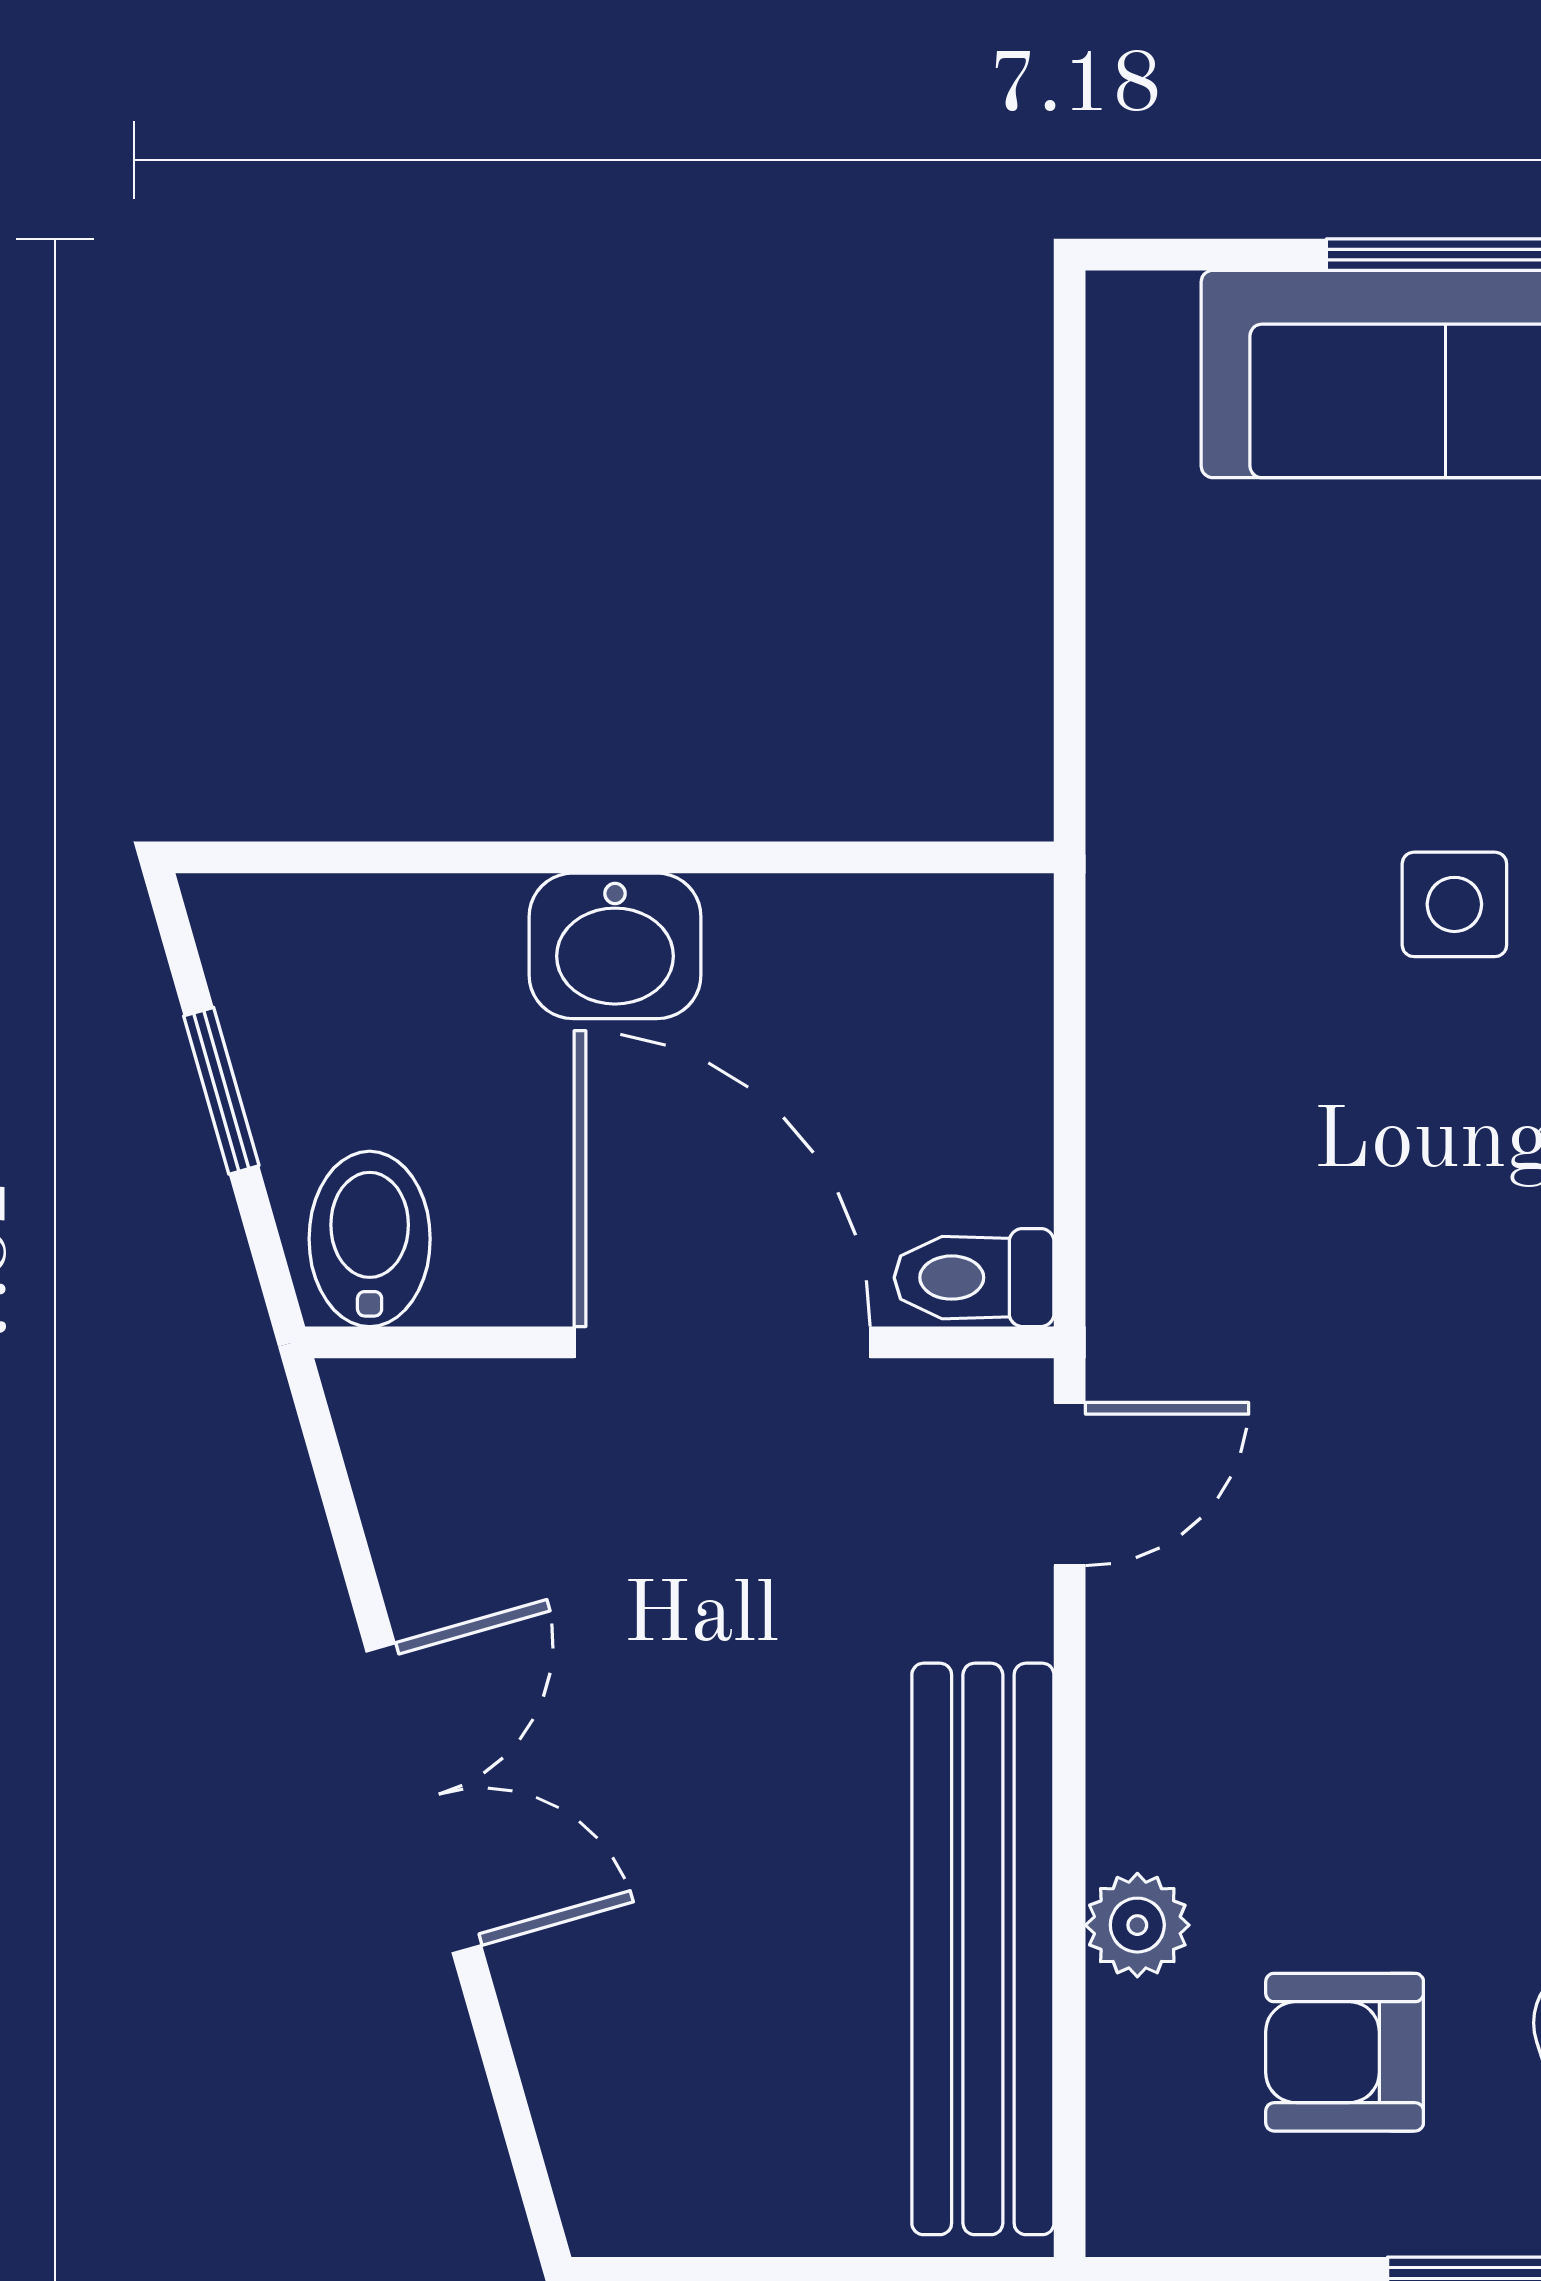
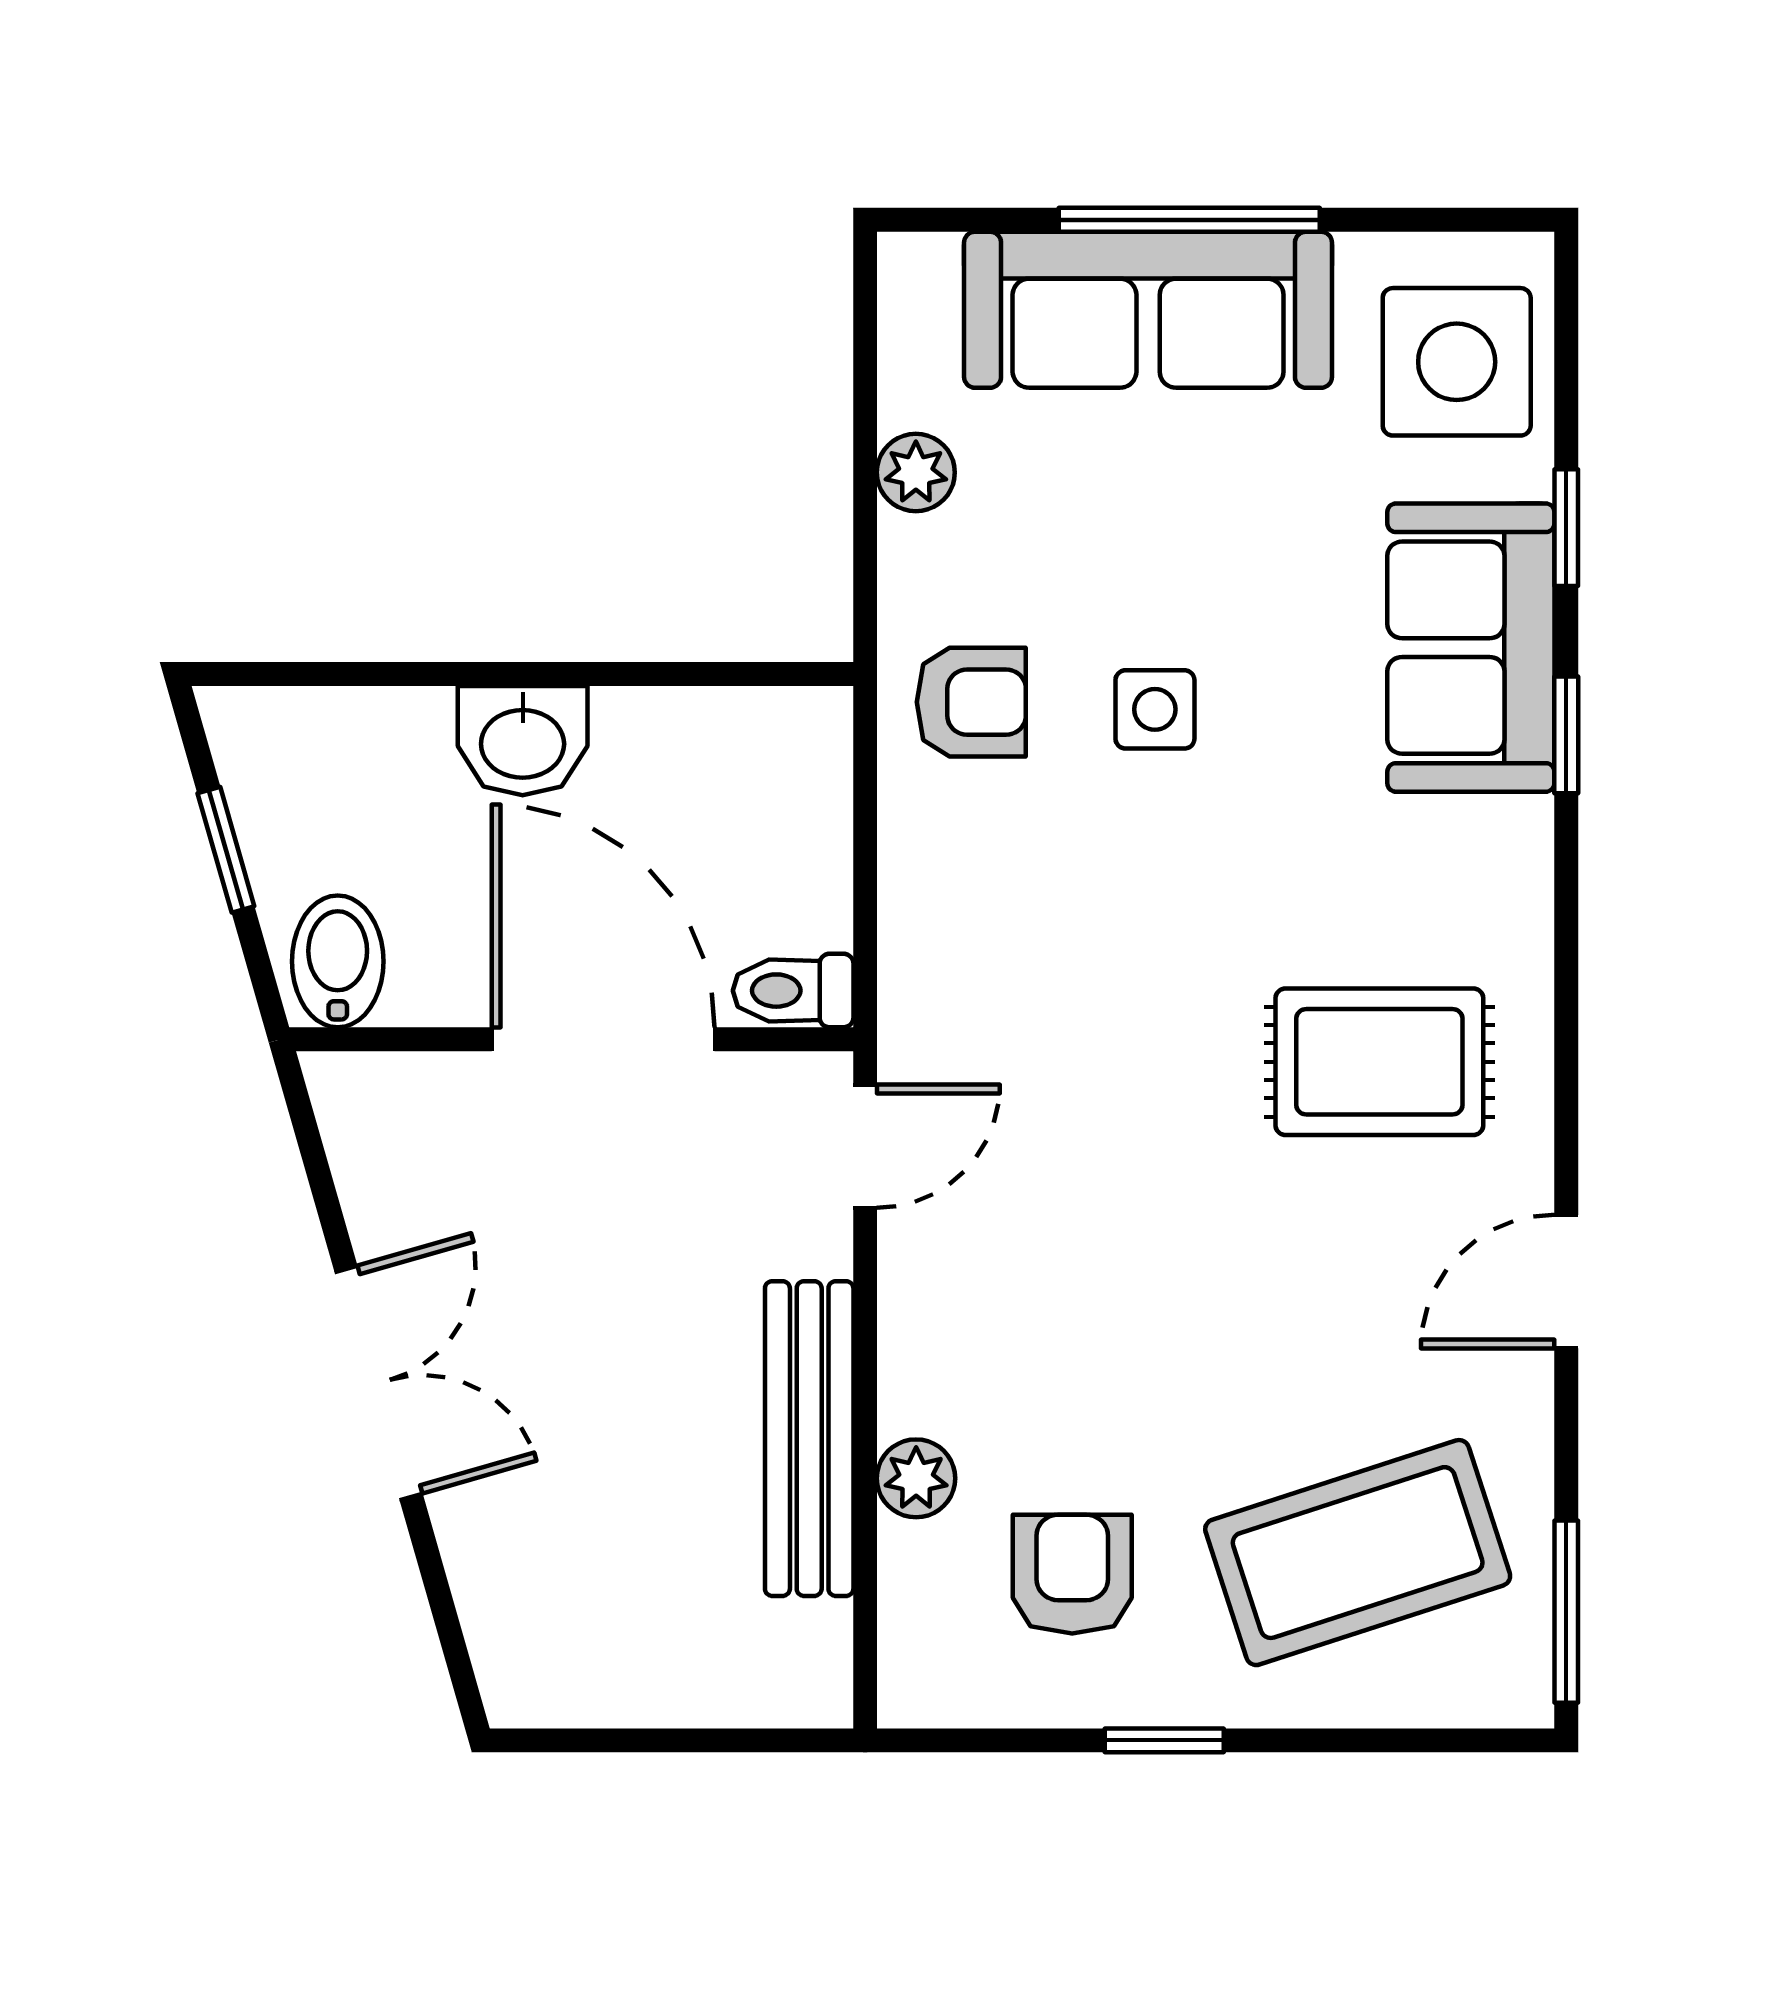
plant: (1137, 590) -> (916, 472), added
armchair: (1211, 895) -> (971, 702), added
bench: (983, 1949) -> (809, 1439), width x0.73, depth x0.82
armchair: (1345, 2052) -> (1072, 1574), turned 90

